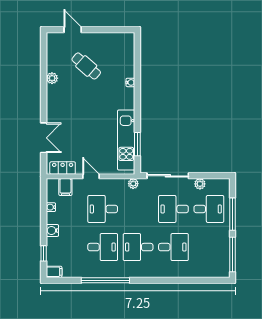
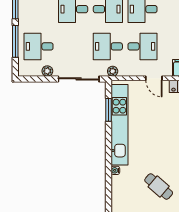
kitchen unit: (126, 140) -> (119, 125), width x1.36
desk: (173, 209) -> (108, 46), moved, turned 180

